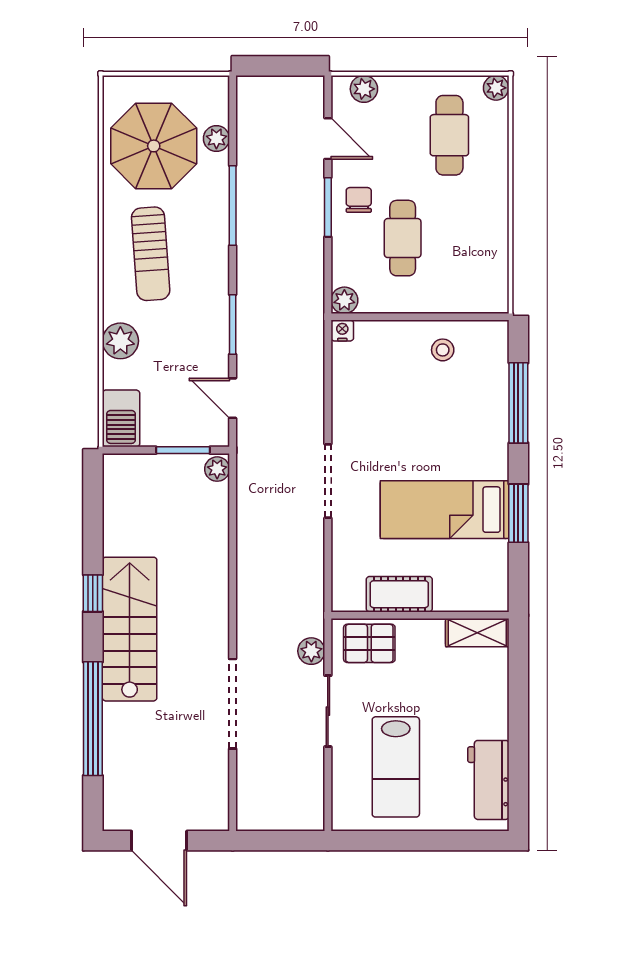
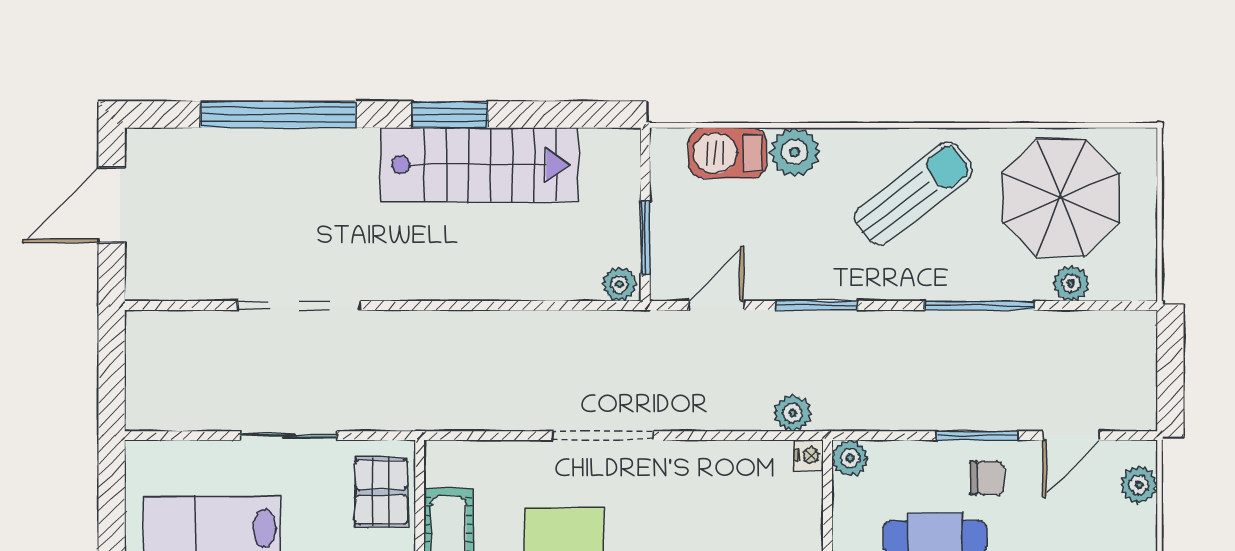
sun lounger: (151, 254) -> (914, 193), turned 146
barbecue: (121, 418) -> (727, 153), moved
window: (93, 593) -> (450, 115), width x1.50
stairs: (130, 629) -> (479, 165), moved
plant: (311, 651) -> (793, 413), moved

